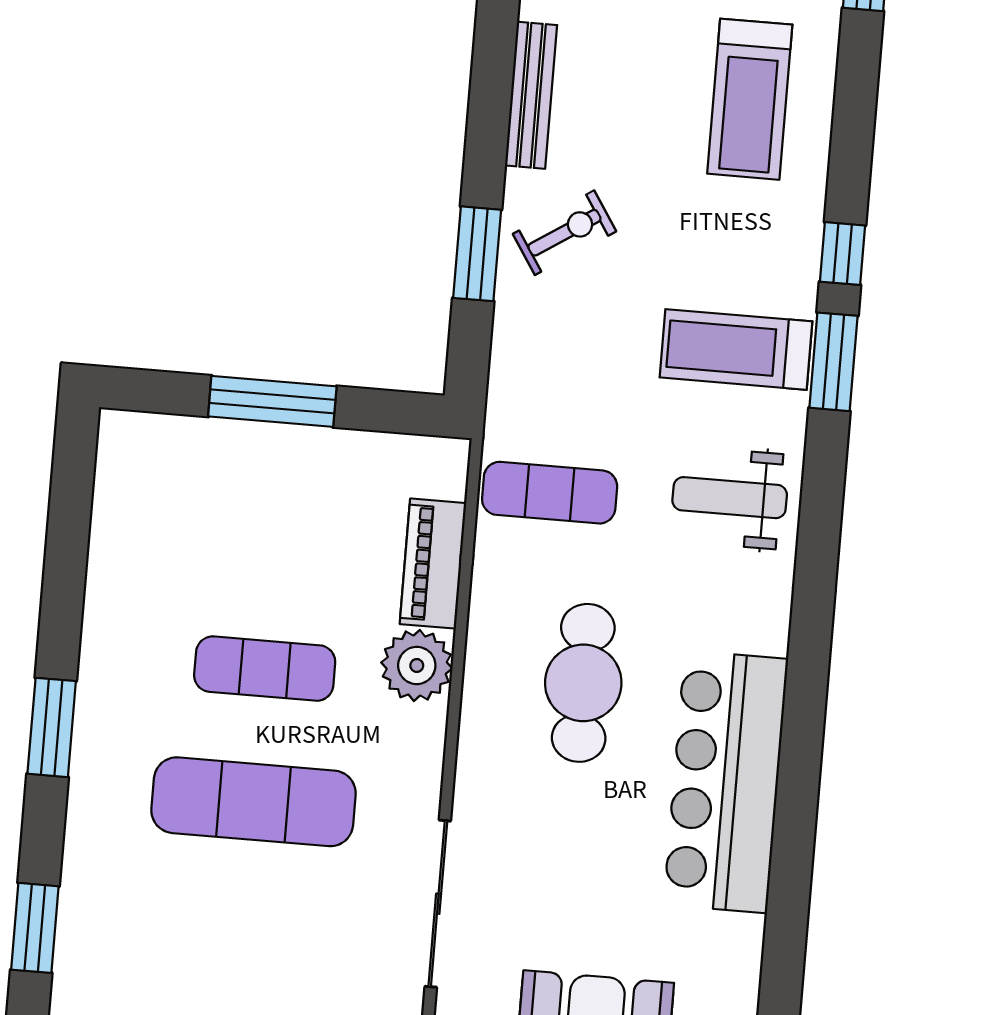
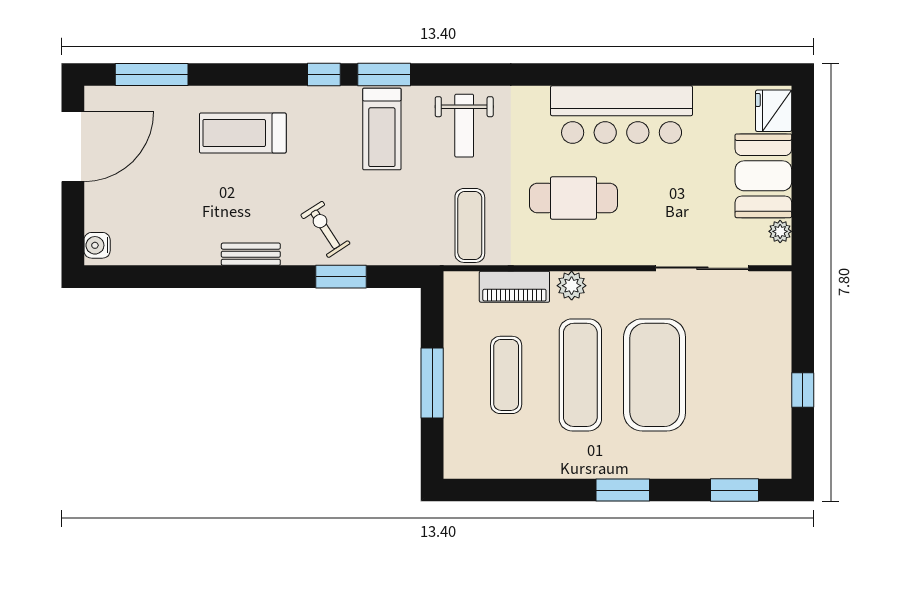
bench: (531, 95) -> (251, 254), width x0.73
treadmill: (750, 99) -> (243, 133), turned 180
exercise mat: (276, 535) -> (506, 375), added
plant: (417, 665) -> (572, 286), width x0.73, depth x0.73
exercise mat: (265, 669) -> (580, 375), width x1.36, depth x1.45
exercise mat: (254, 802) -> (655, 375), width x1.47

